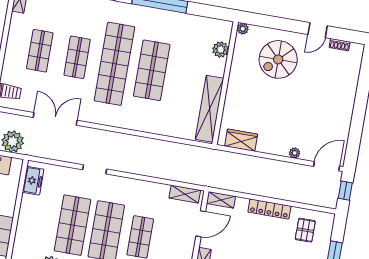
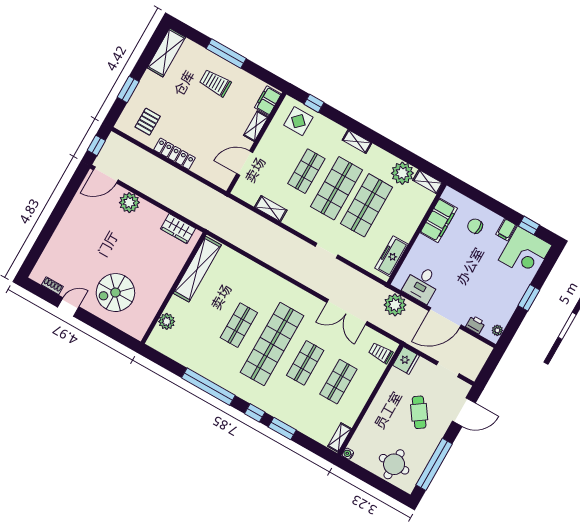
plant: (243, 29) -> (139, 334), removed
spiral stairs: (278, 59) -> (115, 293), turned 180
shop shelf: (152, 70) -> (239, 325), width x0.70, depth x0.74
plant: (295, 153) -> (129, 203), width x1.88, depth x1.88
freezer: (33, 181) -> (392, 256), width x1.40
shelving: (185, 194) -> (271, 209), moved
shelving: (221, 200) -> (217, 179), removed

